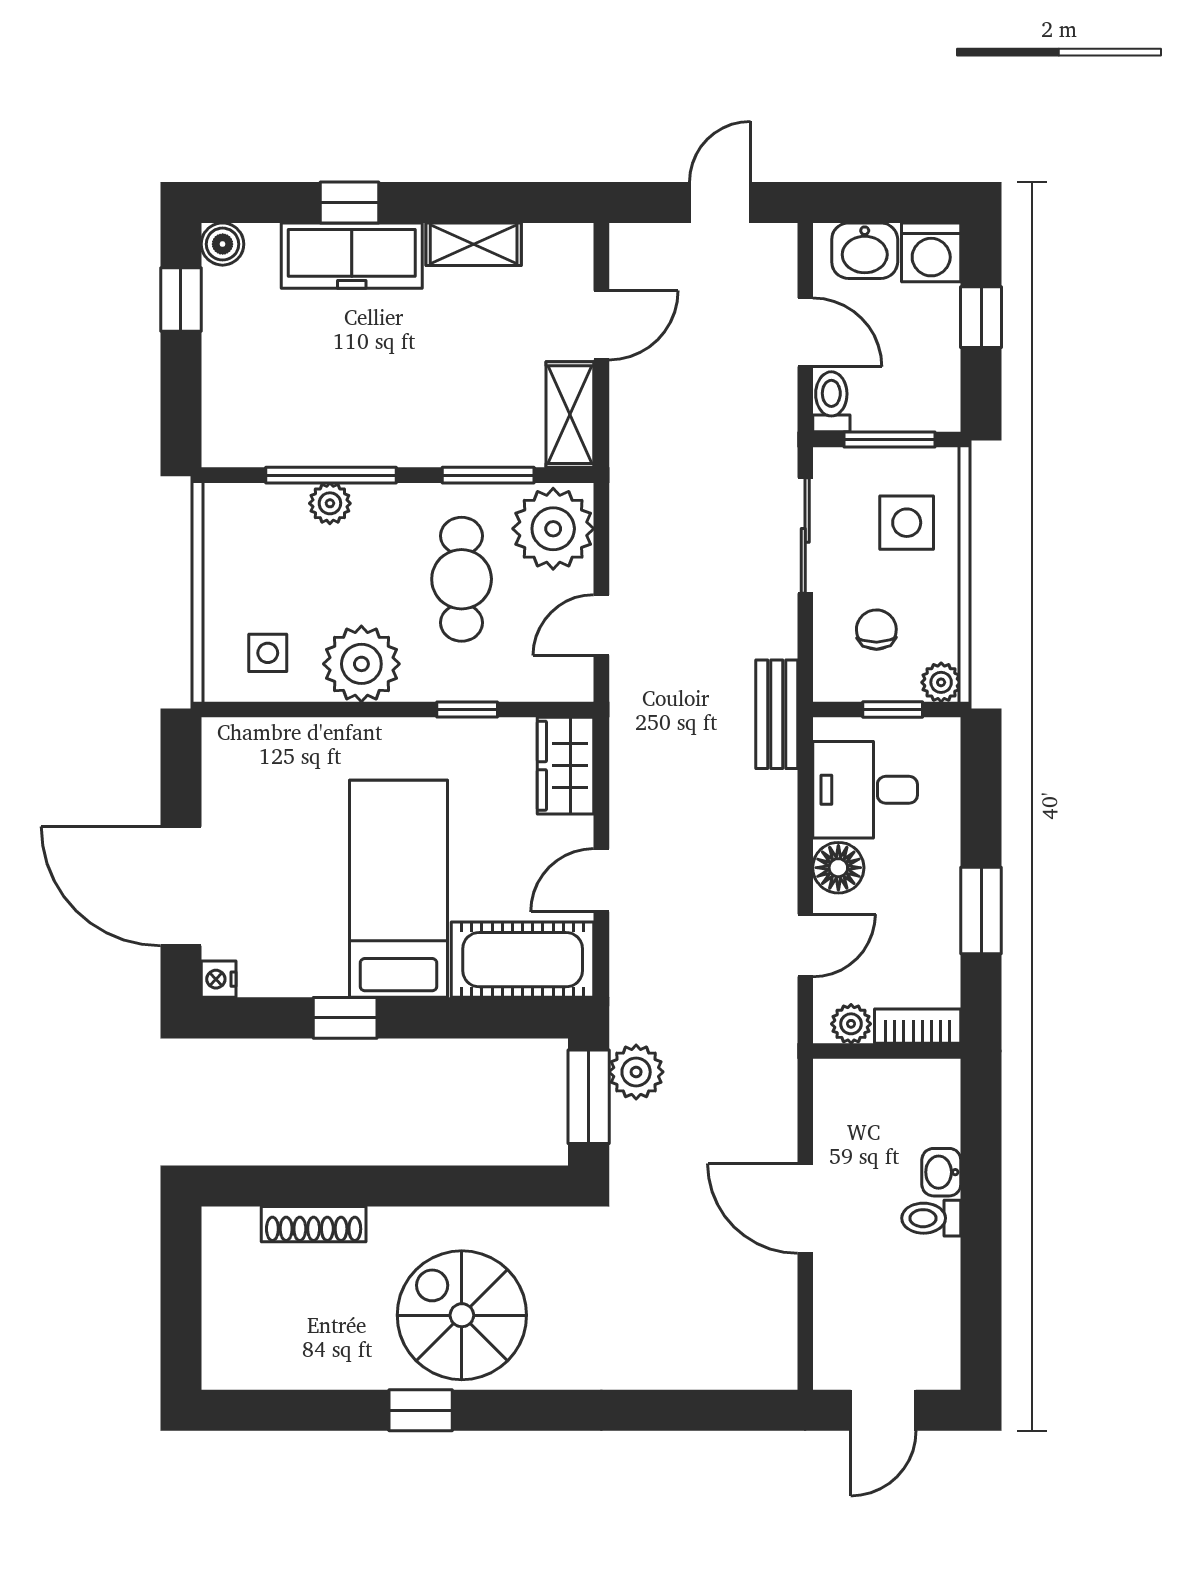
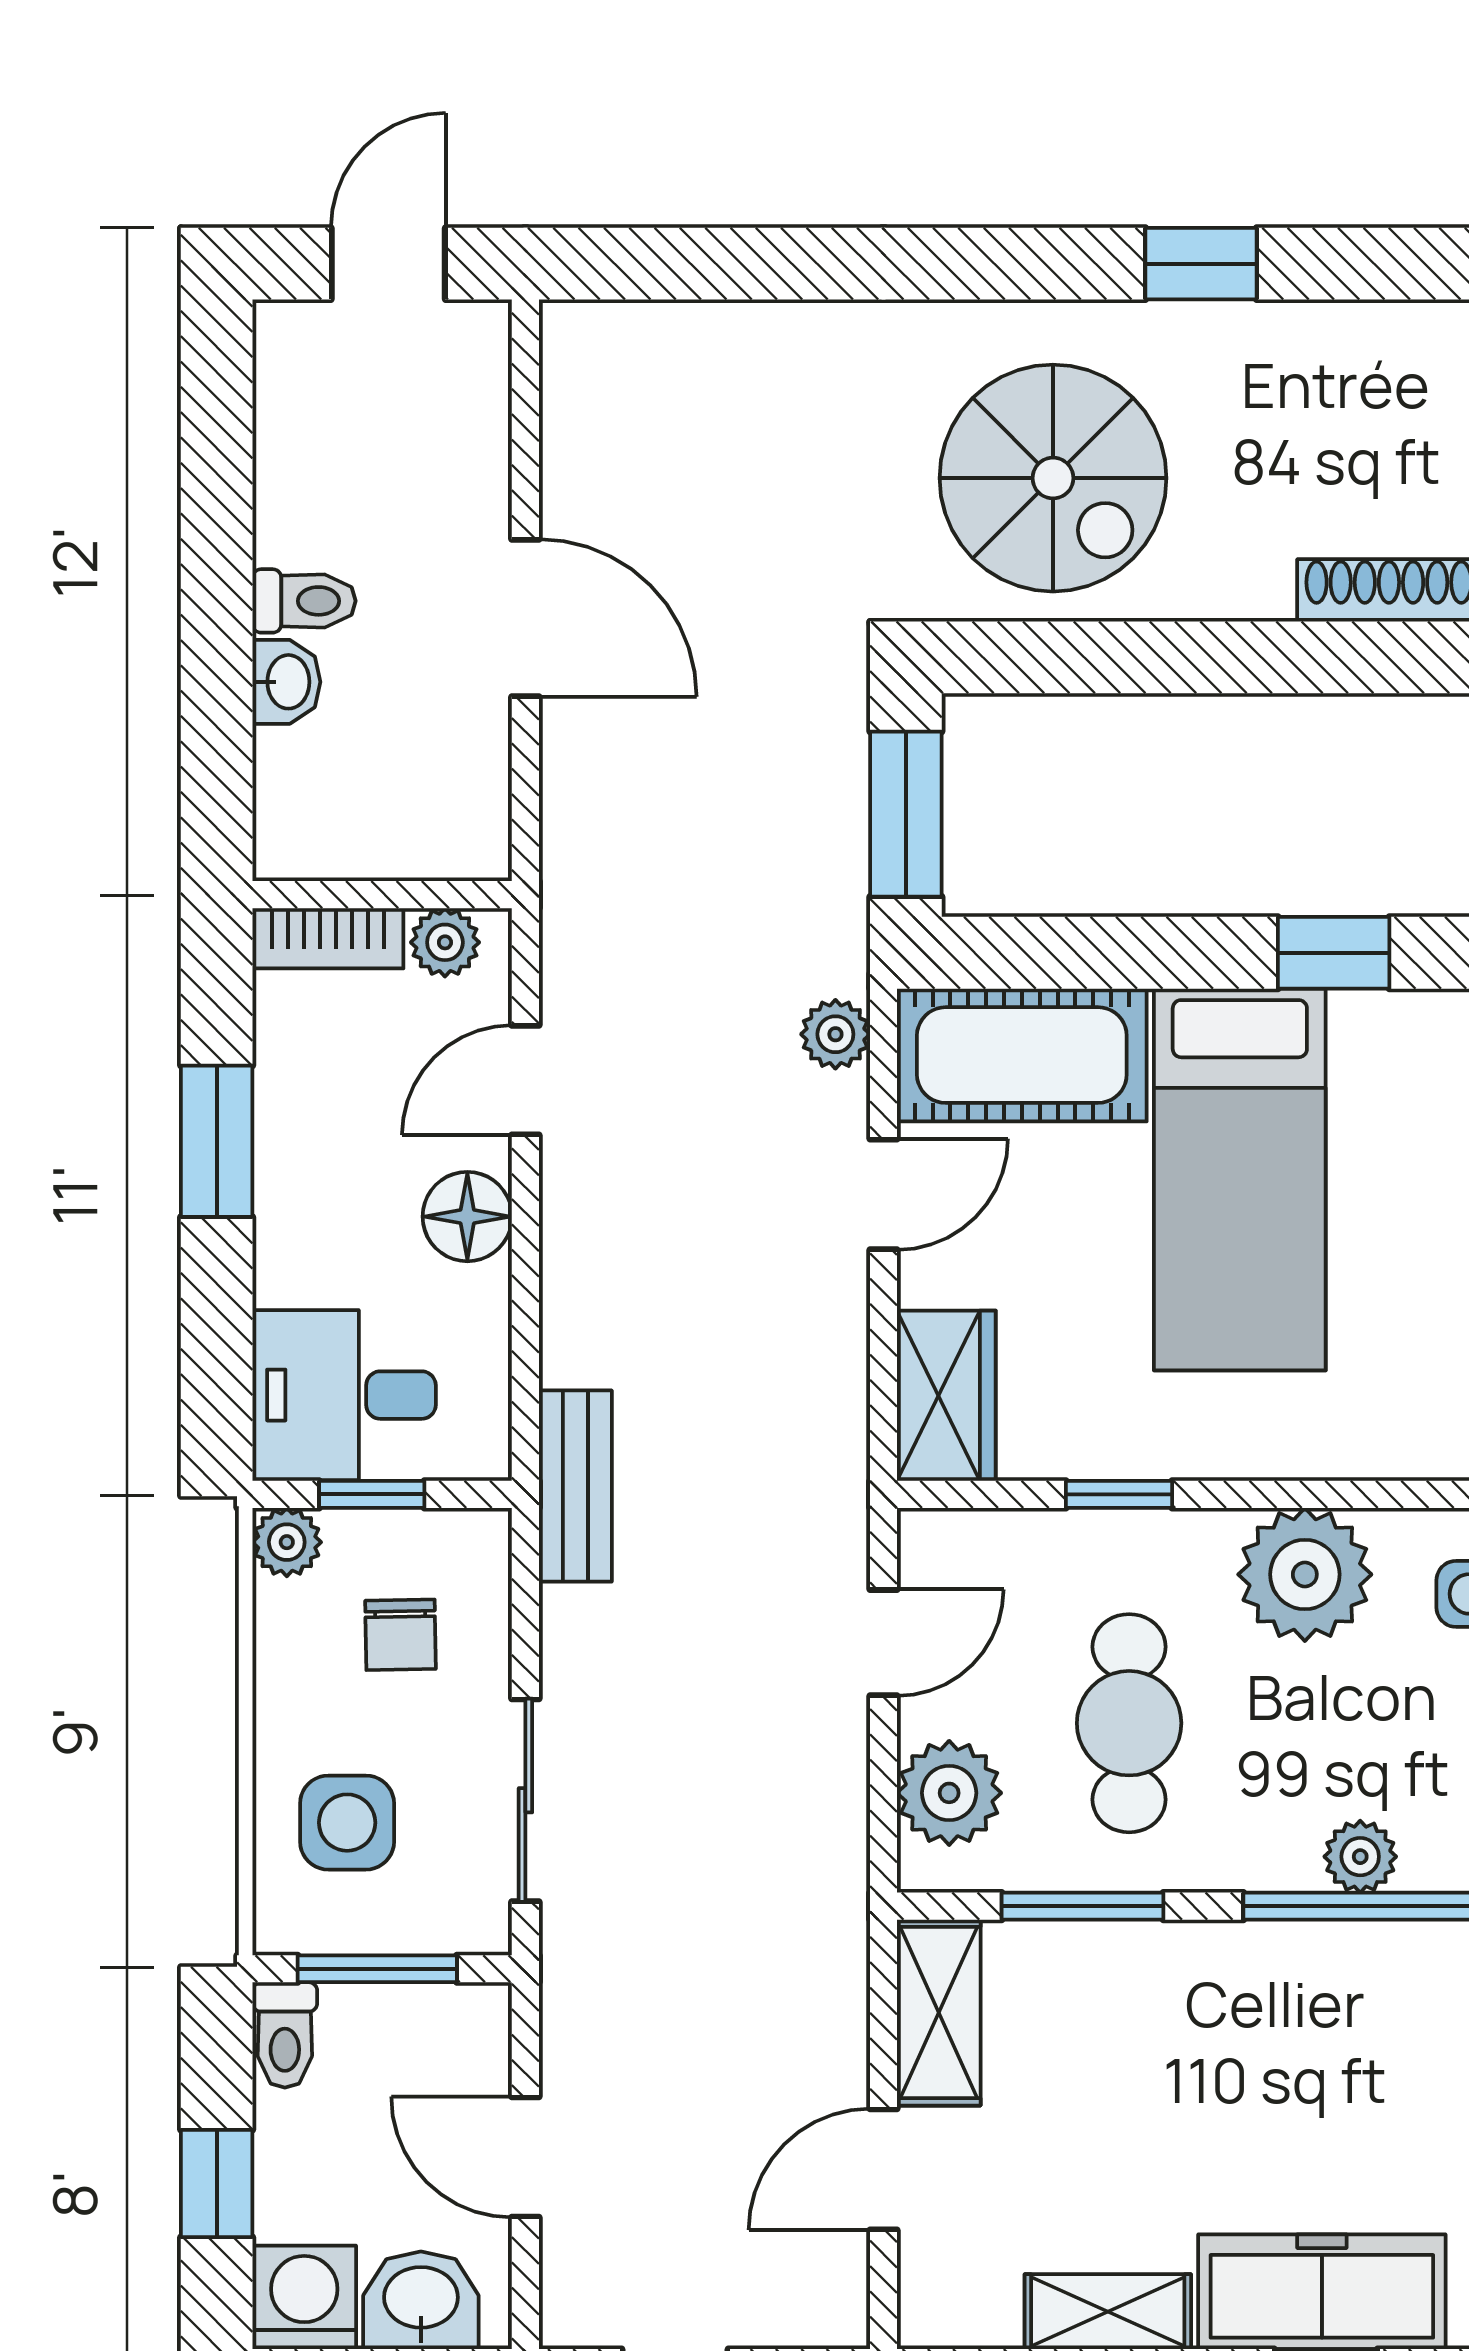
toilet: (831, 402) -> (285, 2035), moved
plant: (553, 529) -> (949, 1793), width x0.73, depth x0.73
desk: (865, 790) -> (344, 1395), moved, turned 180
plant: (636, 1072) -> (835, 1034), moved, width x0.73, depth x0.73
spiral stairs: (462, 1315) -> (1053, 478), moved

